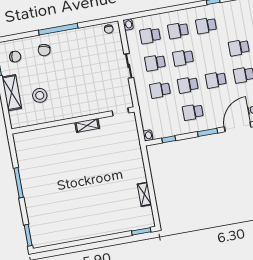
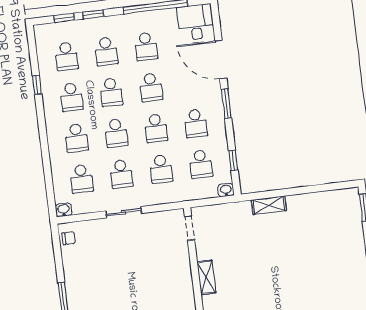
school desk: (234, 21) -> (66, 56), added
school desk: (211, 53) -> (111, 92), added
school desk: (165, 117) -> (201, 164), added
shelving: (144, 194) -> (269, 205), moved

